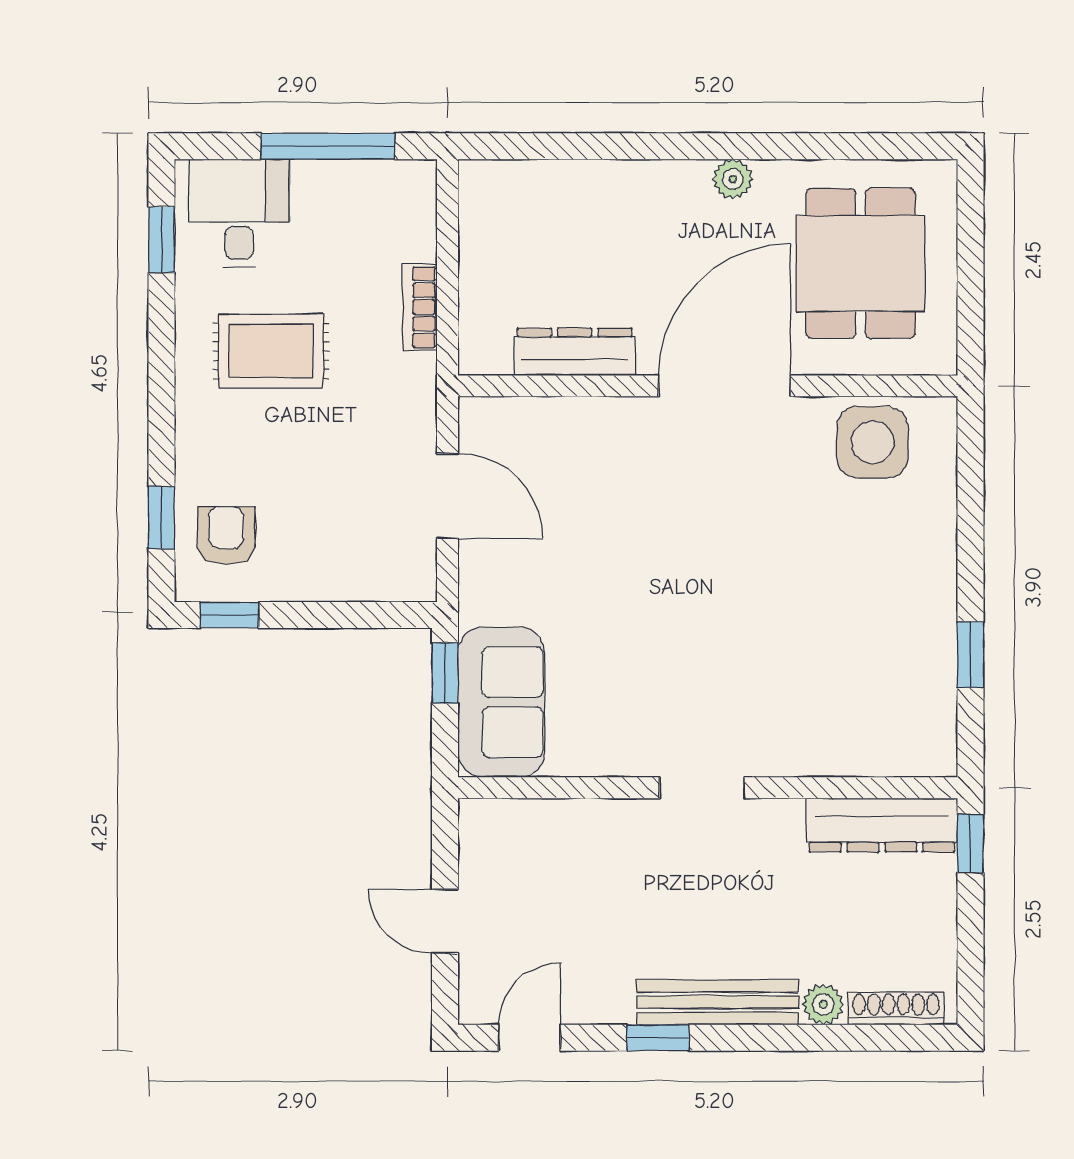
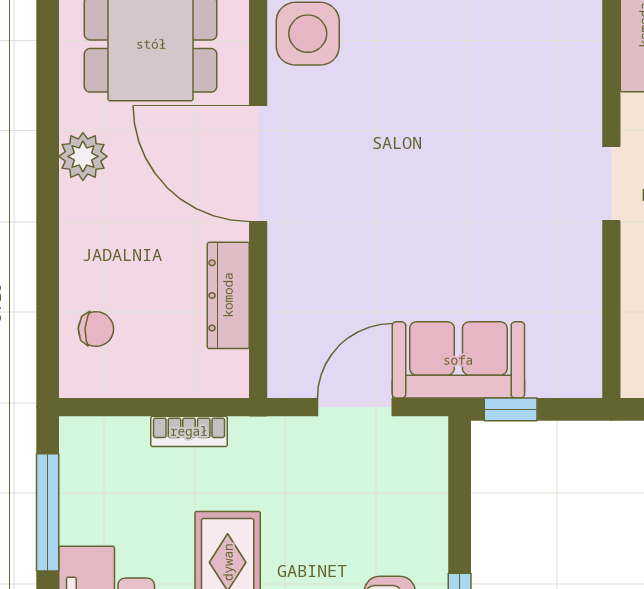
plant: (733, 179) -> (83, 156), width x1.38, depth x1.38
chair: (536, 201) -> (96, 329), added
sofa: (501, 702) -> (458, 360), moved

